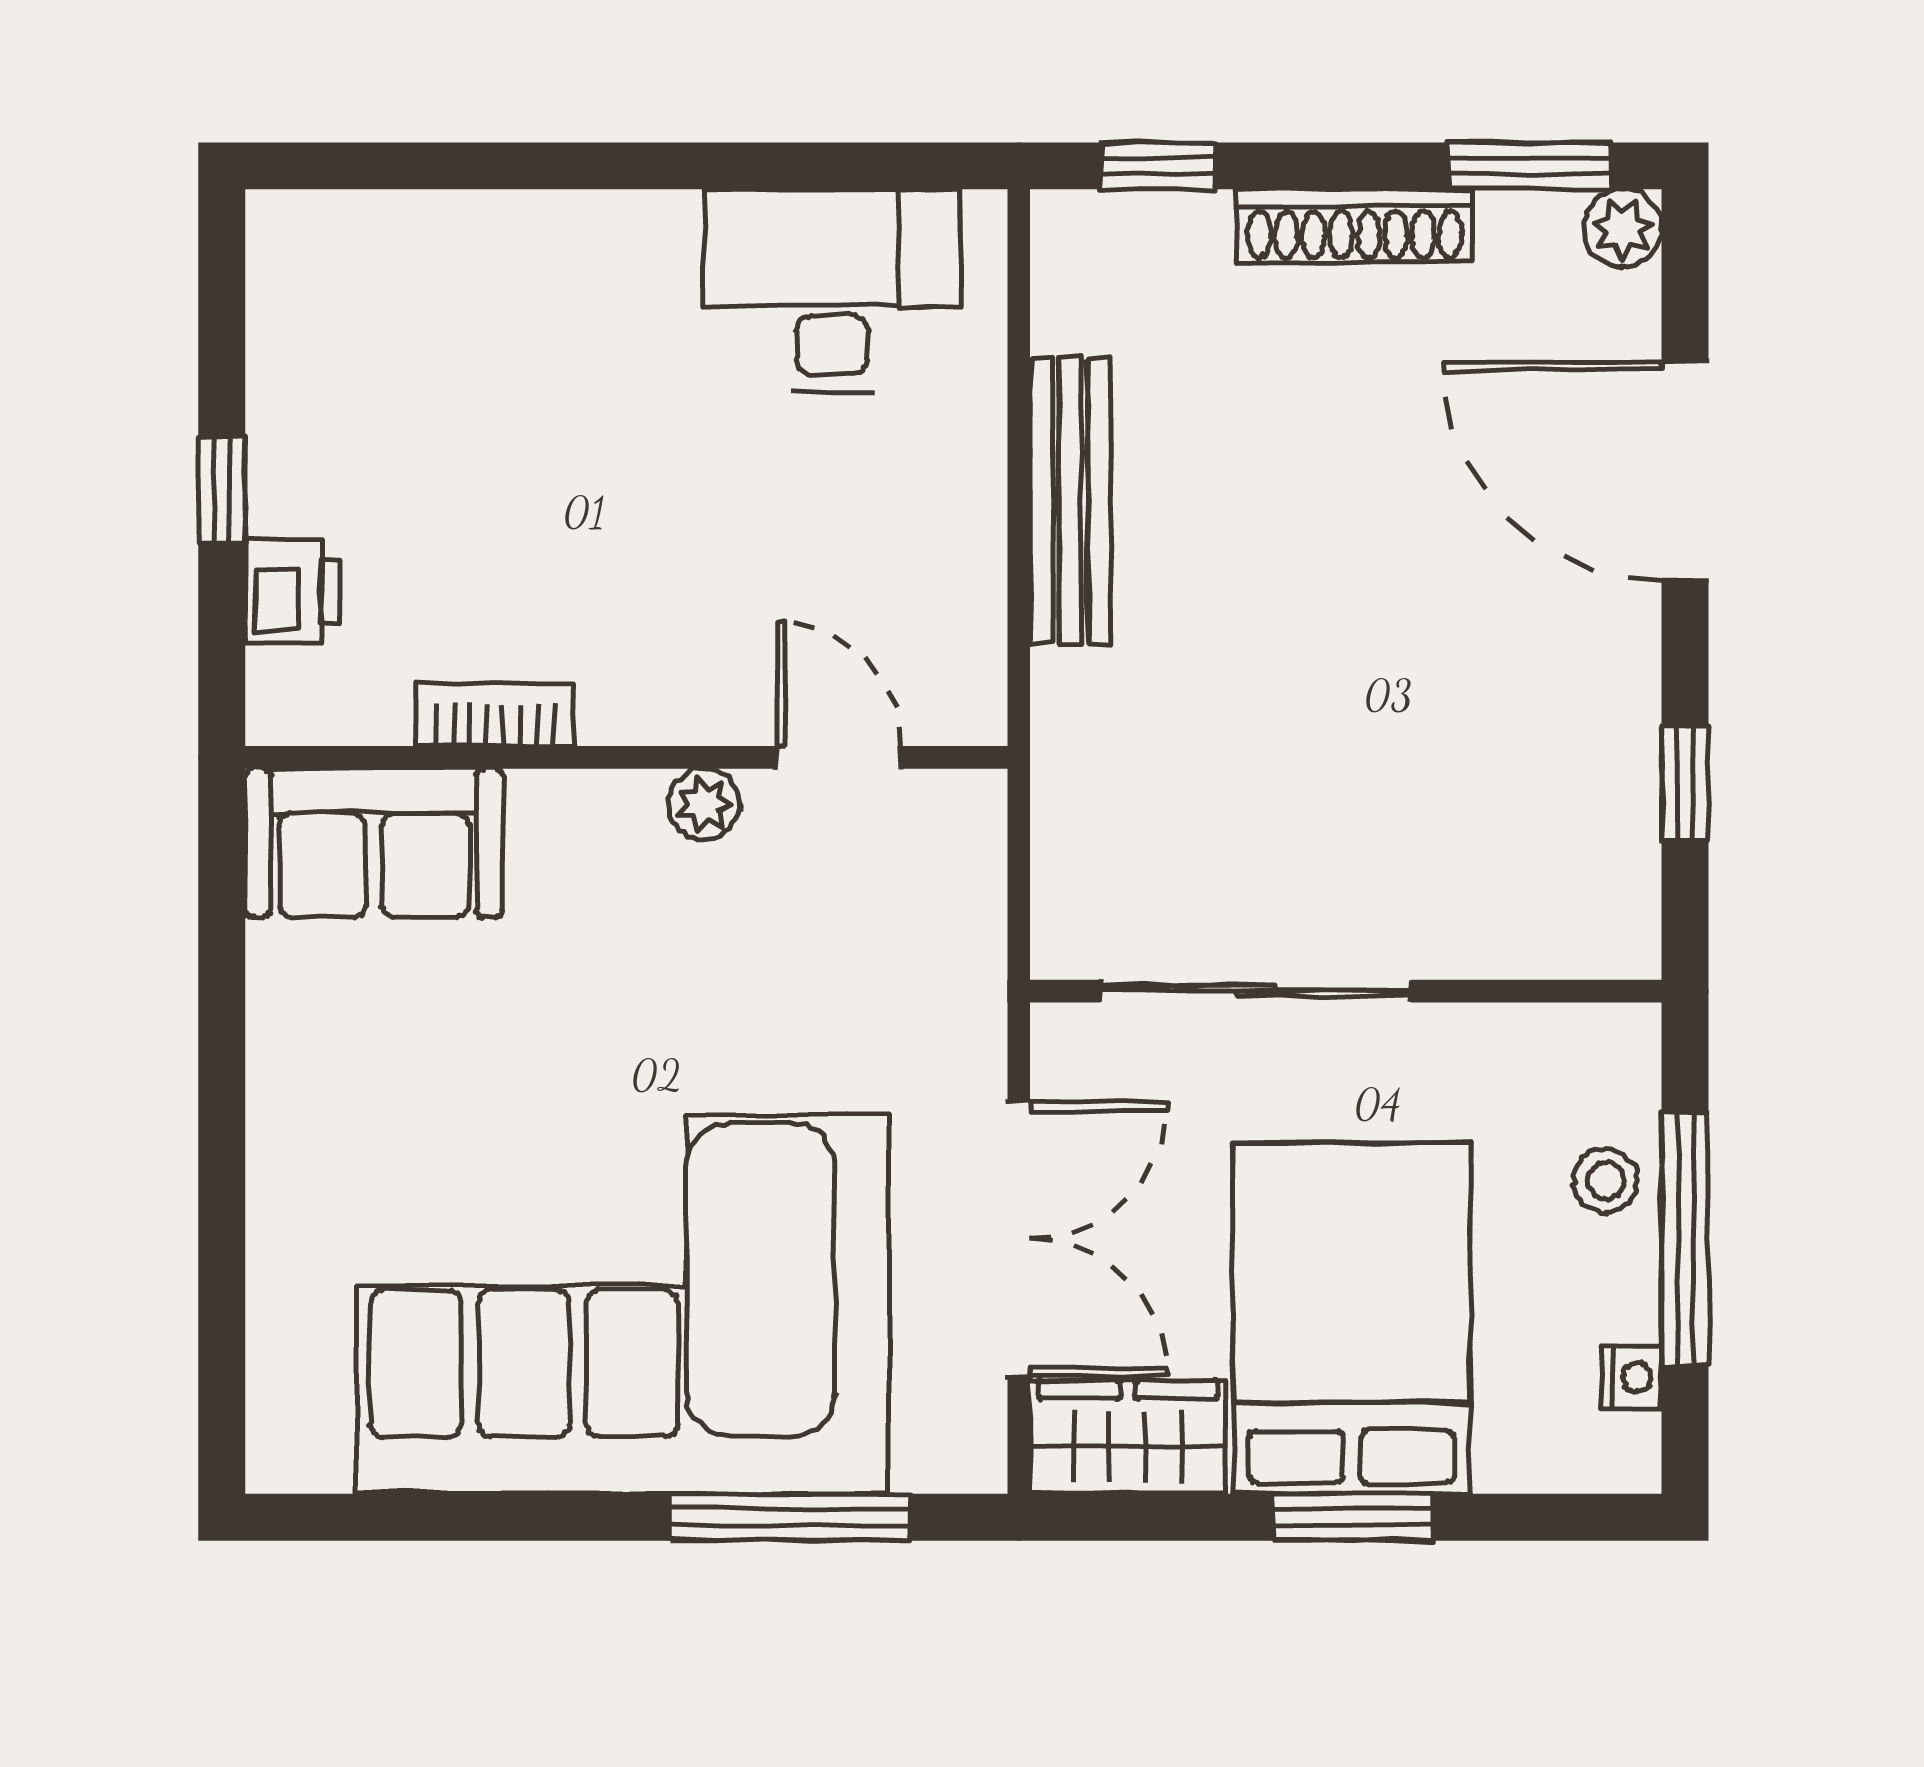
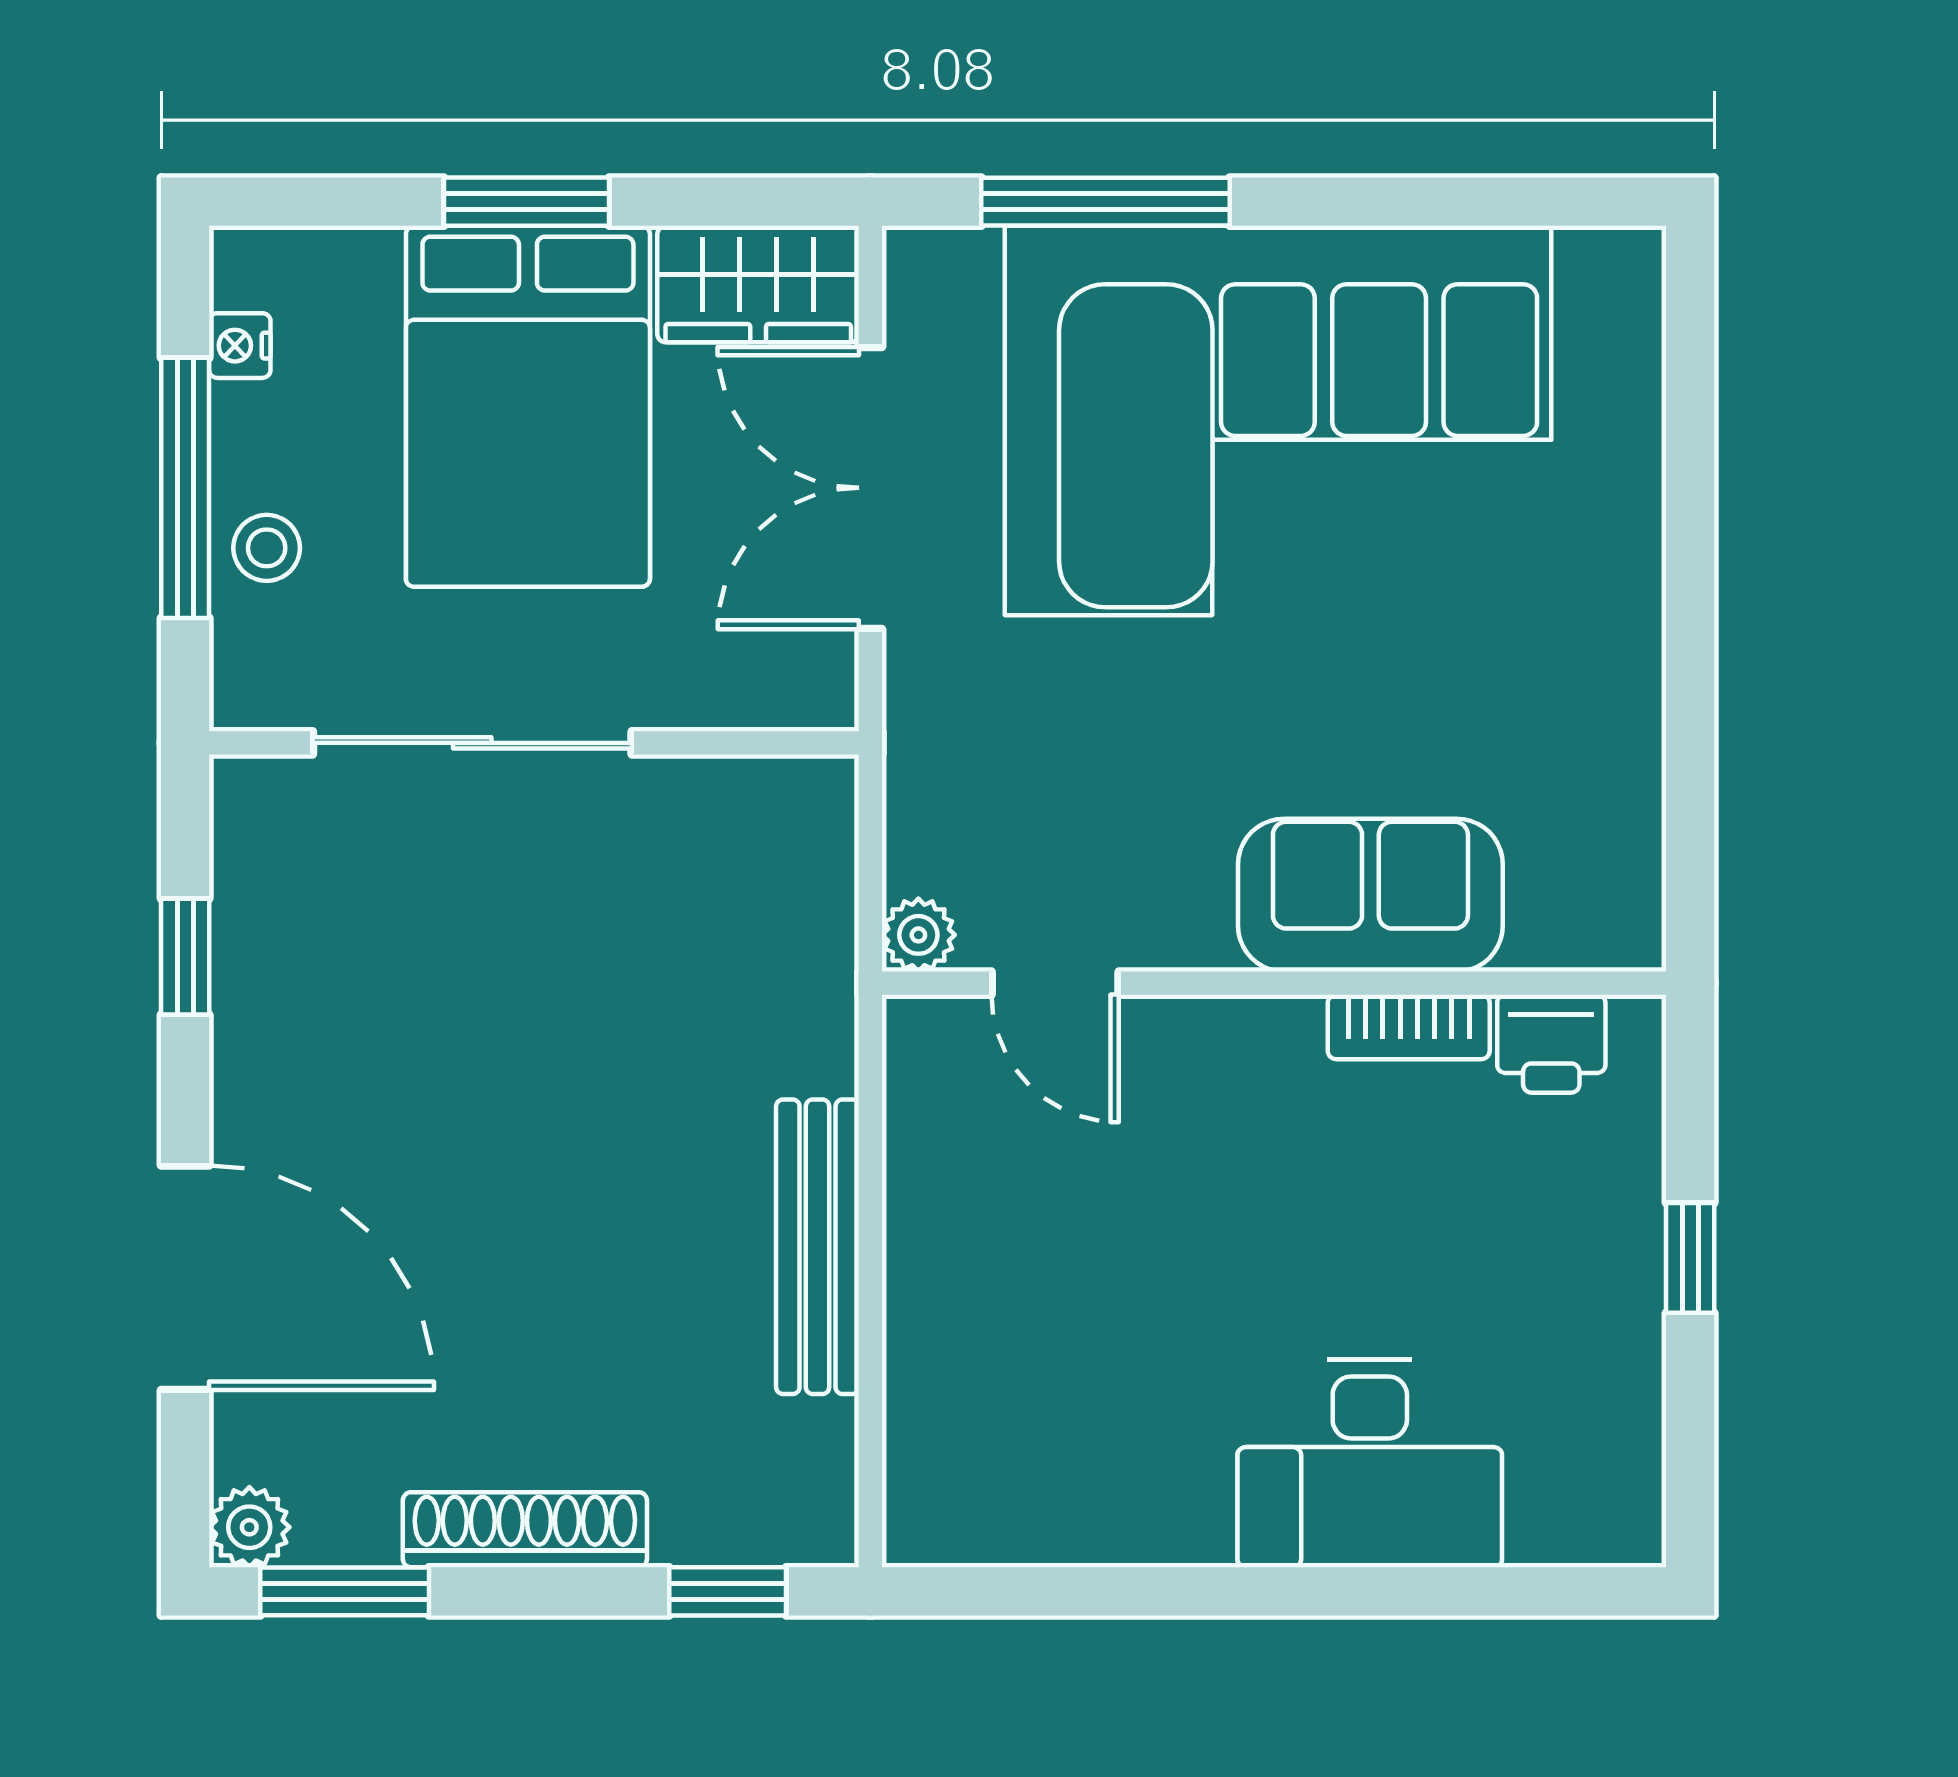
desk: (832, 290) -> (1370, 1464), moved
printer: (293, 591) -> (1551, 1044), moved, turned -90
plant: (704, 804) -> (918, 935), moved
sofa: (374, 843) -> (1370, 895), moved
sliding door: (1256, 991) -> (472, 743), moved

